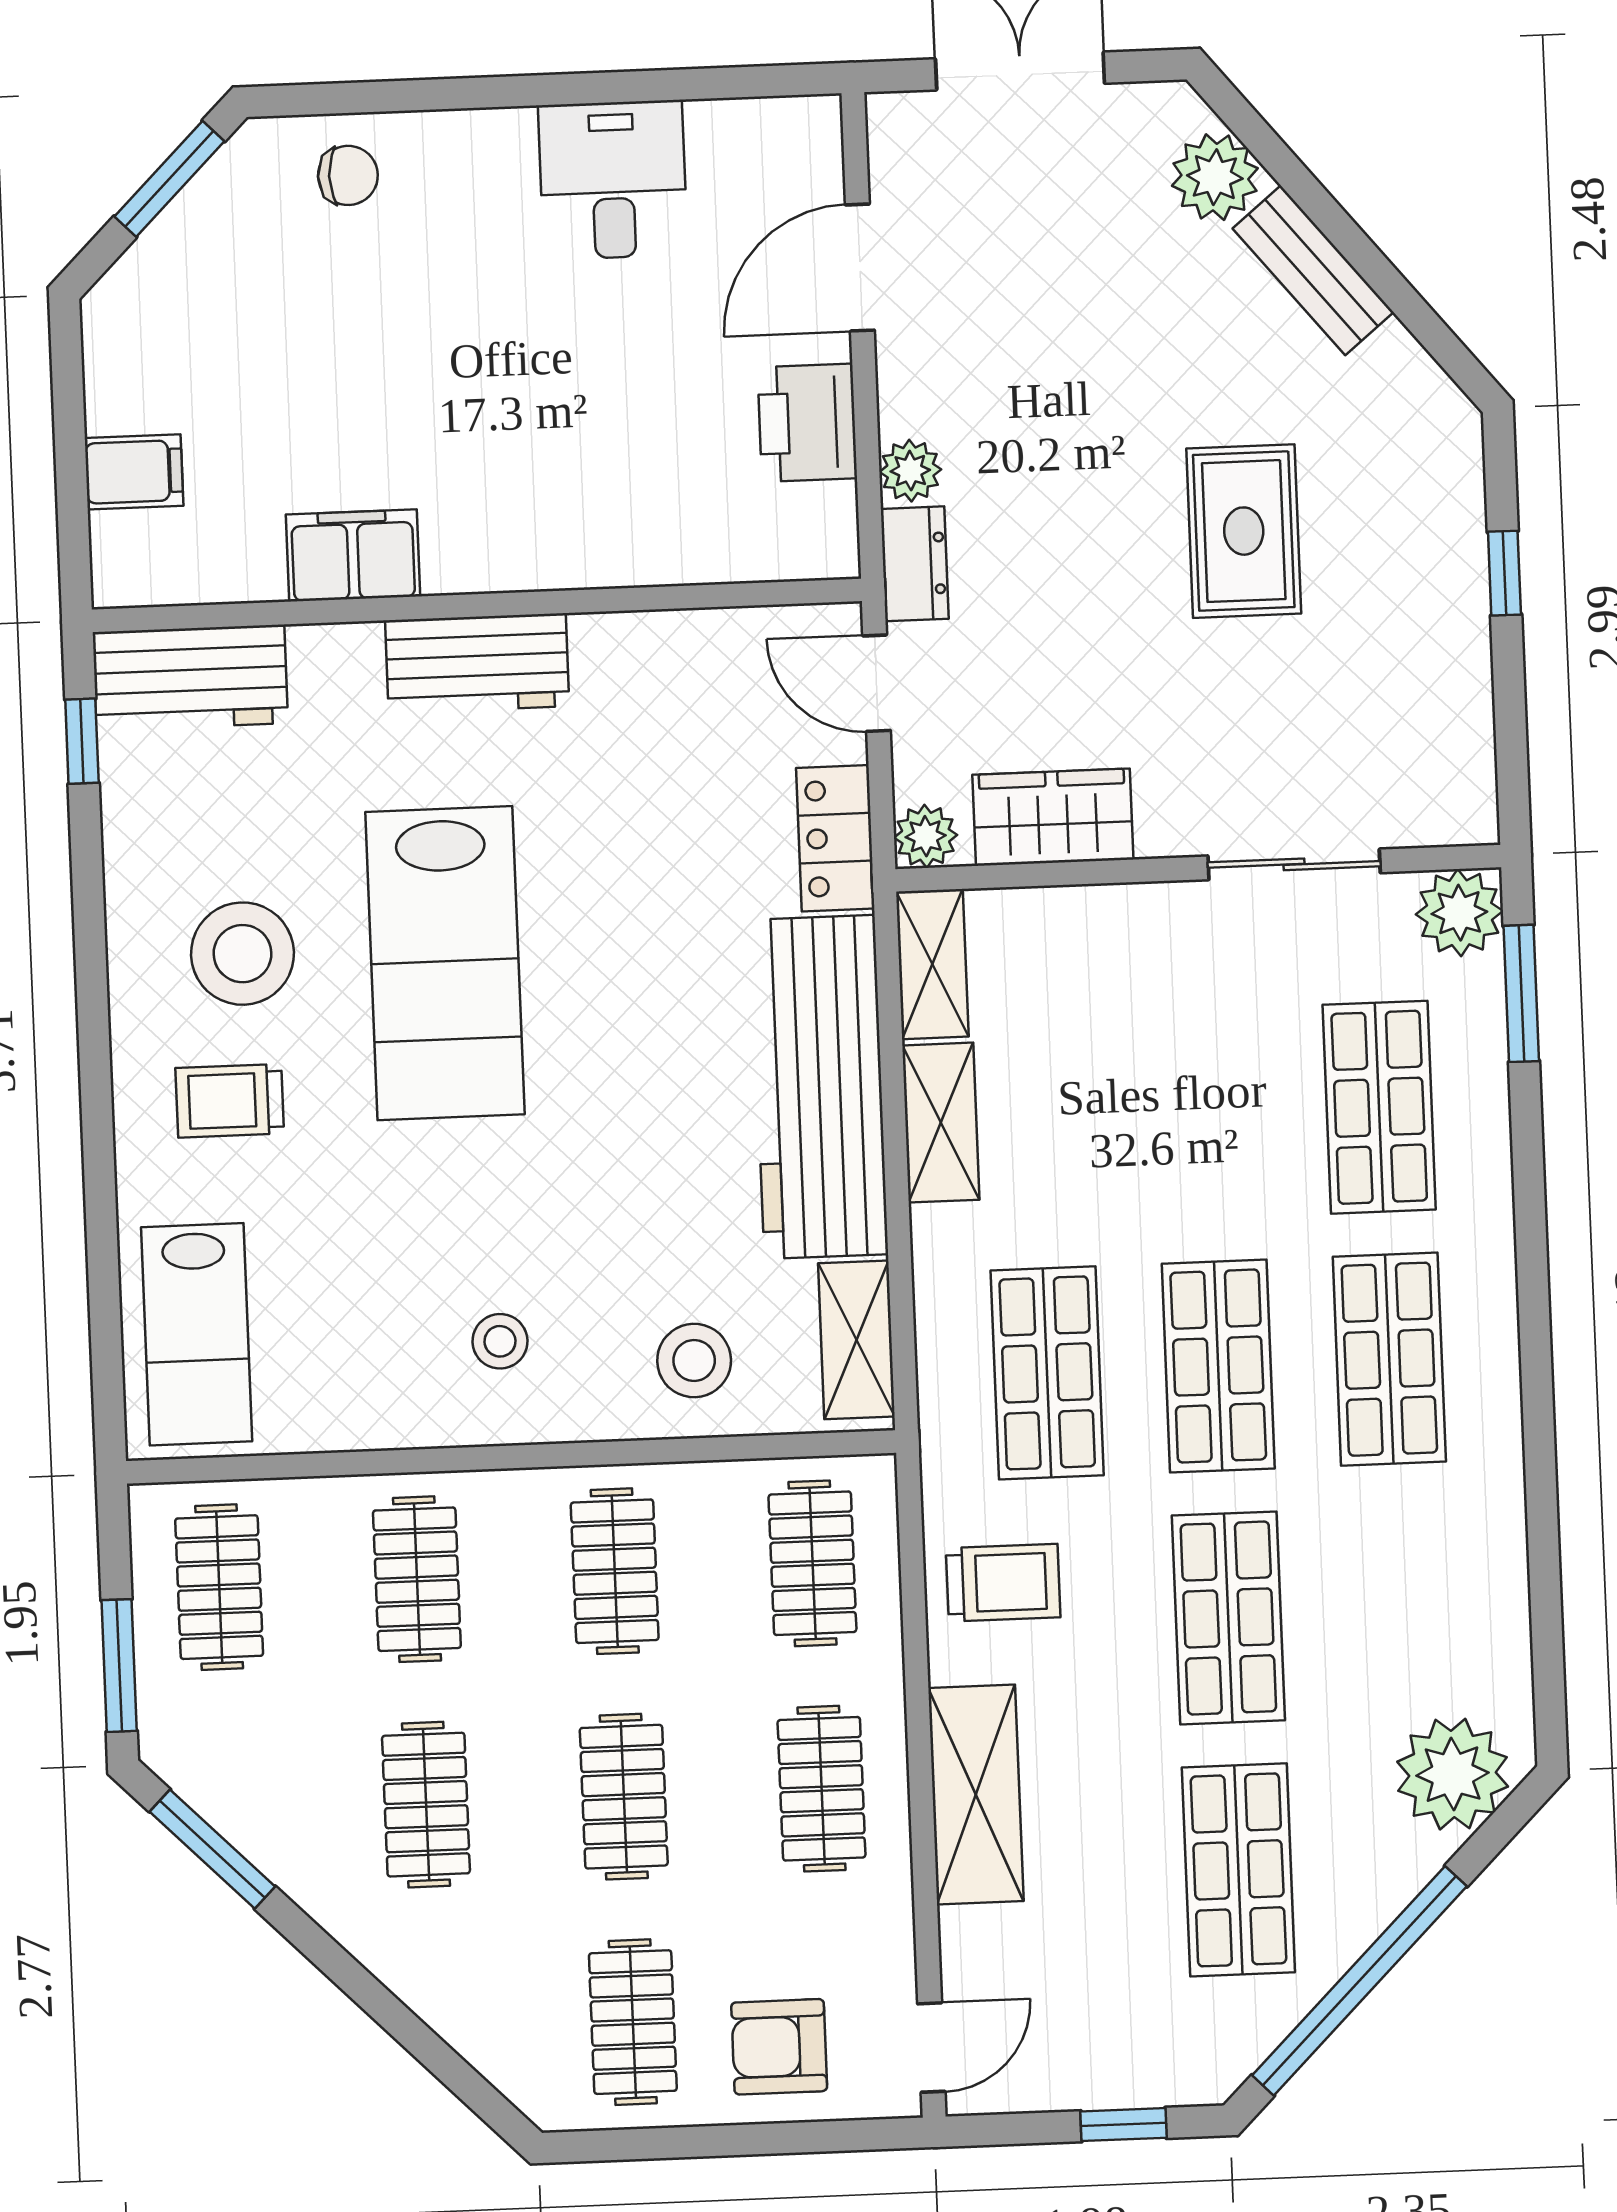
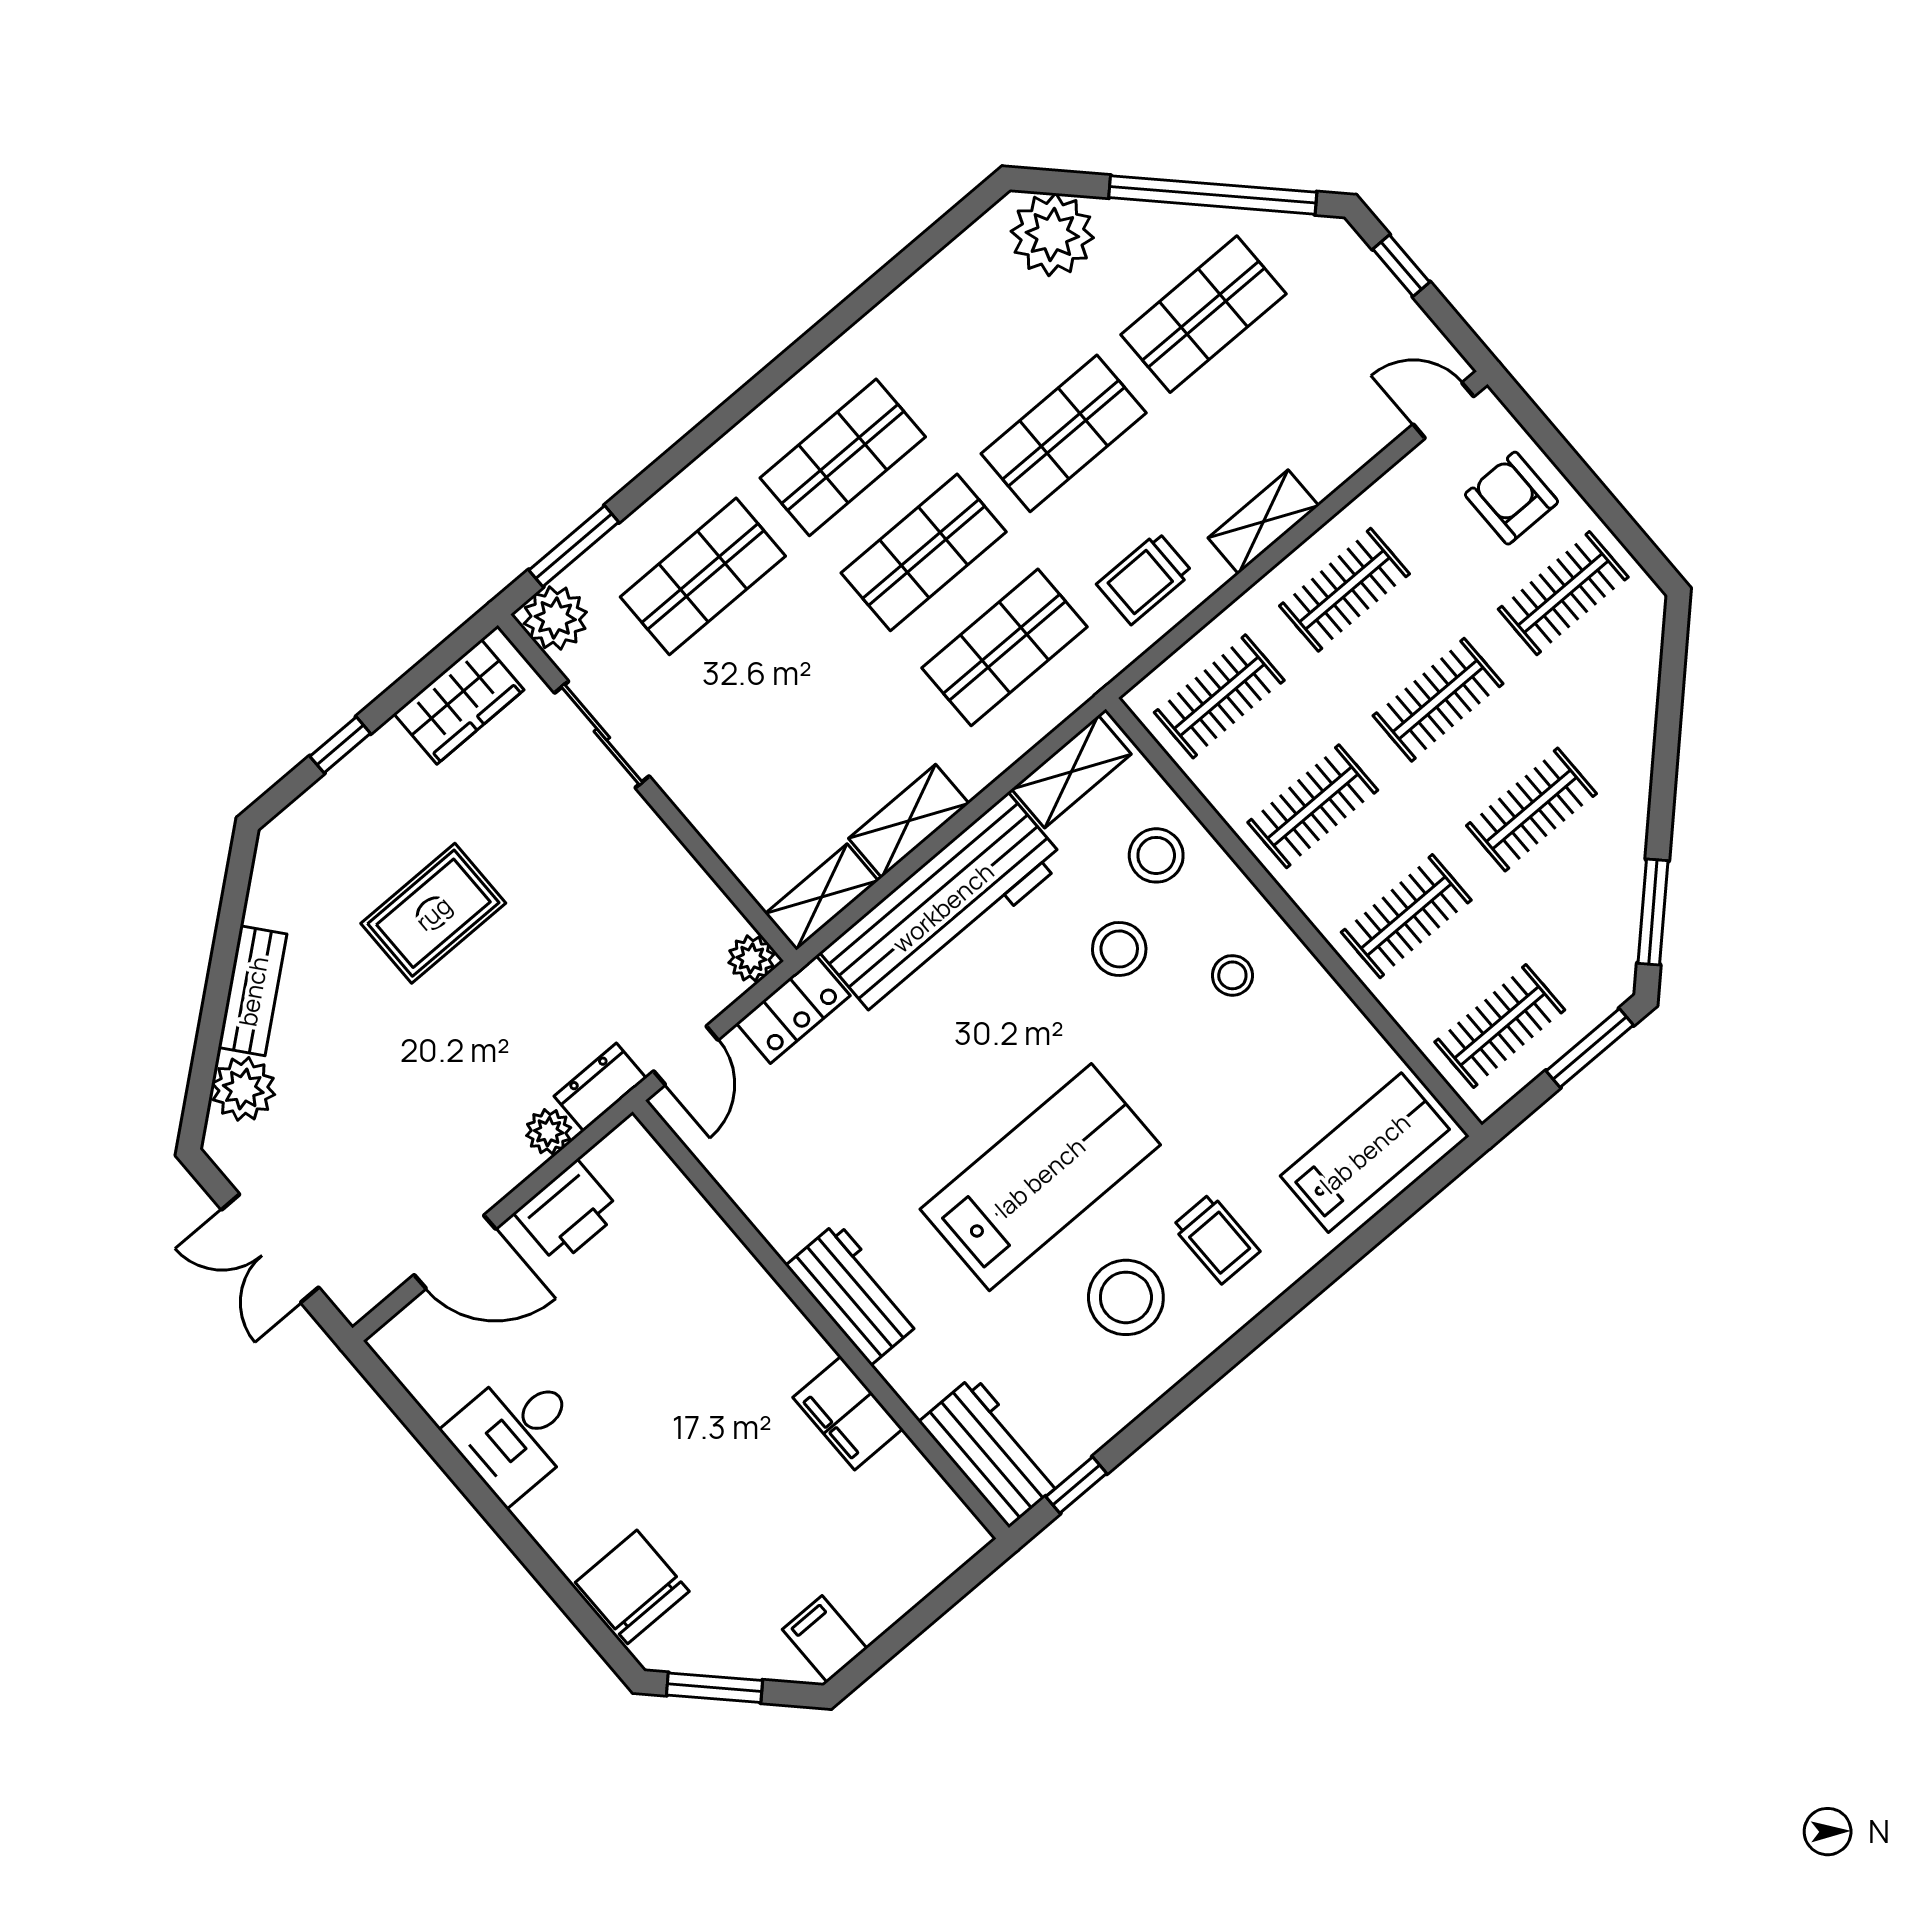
chair: (348, 175) -> (632, 1587), width x1.87, depth x1.87
filing cabinet: (134, 472) -> (825, 1639), moved
wardrobe: (1053, 817) -> (459, 702), moved, turned -90
stool: (624, 1241) -> (1119, 949), added
trolley: (1003, 1583) -> (1145, 578), turned -90
shelving: (976, 1794) -> (1263, 522), width x0.67, depth x0.75
armchair: (779, 2047) -> (1512, 498), turned 180

